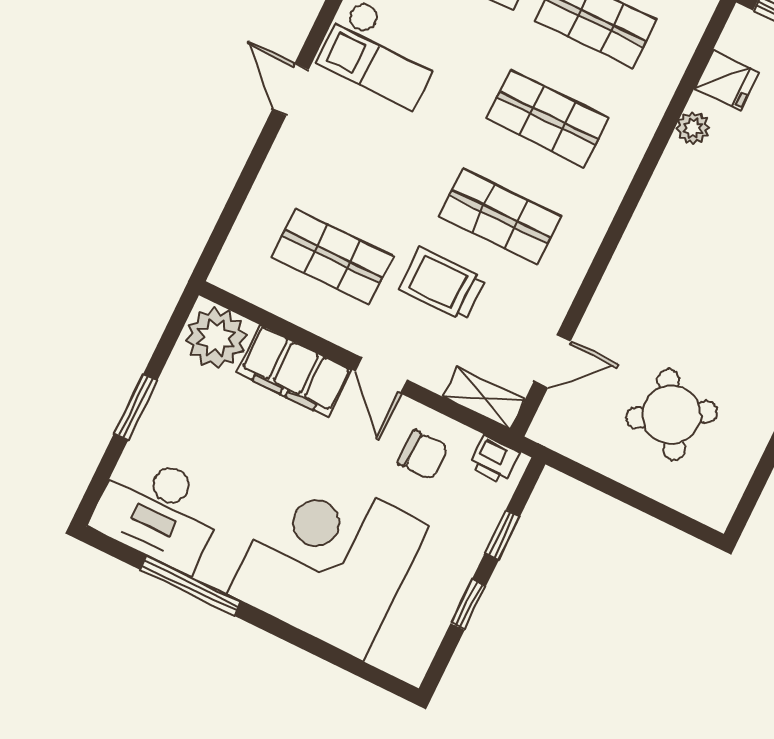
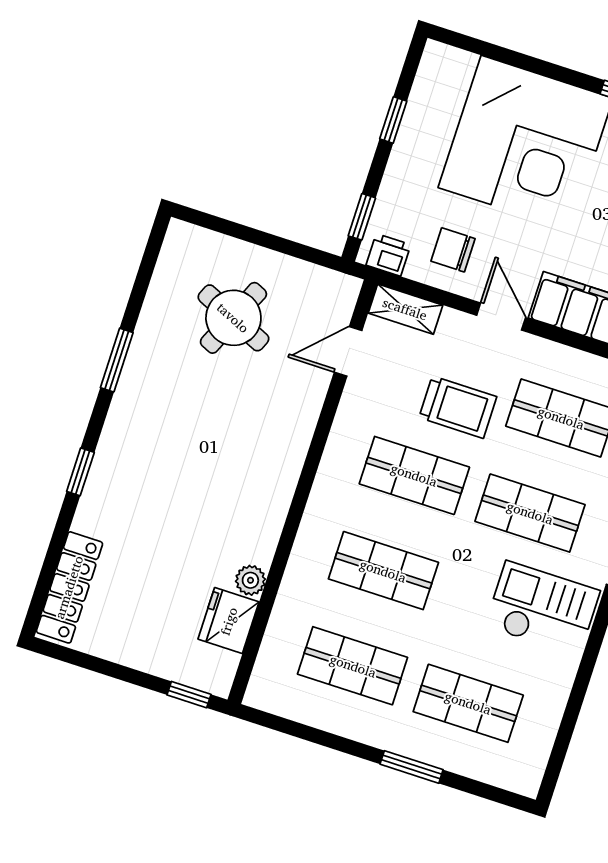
fridge: (726, 80) -> (229, 621), width x1.38
shop shelf: (380, 158) -> (530, 513), added
round table: (671, 415) -> (233, 318), turned -35
window: (502, 535) -> (362, 217), moved

